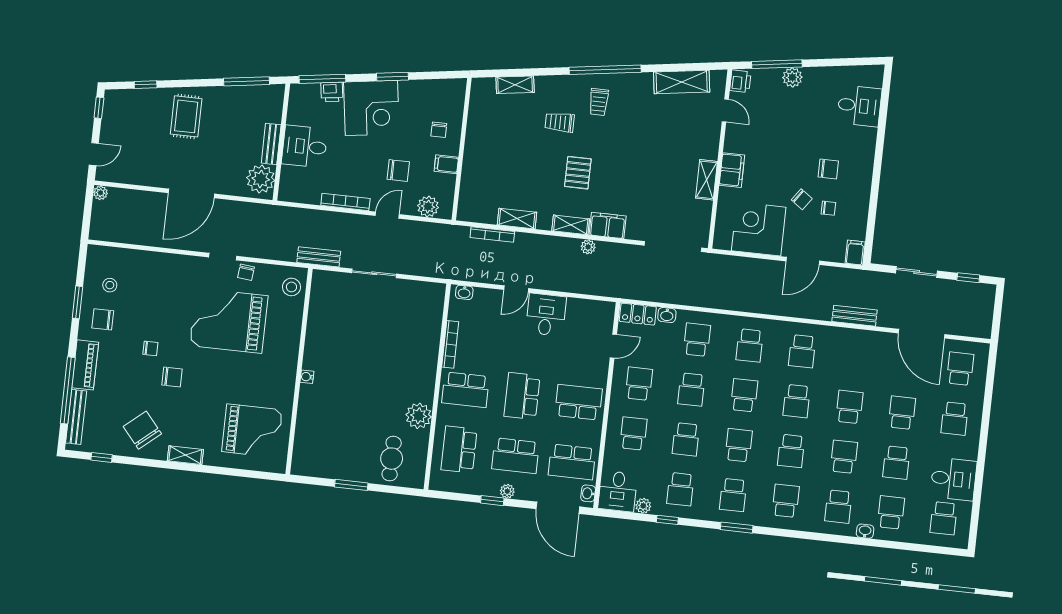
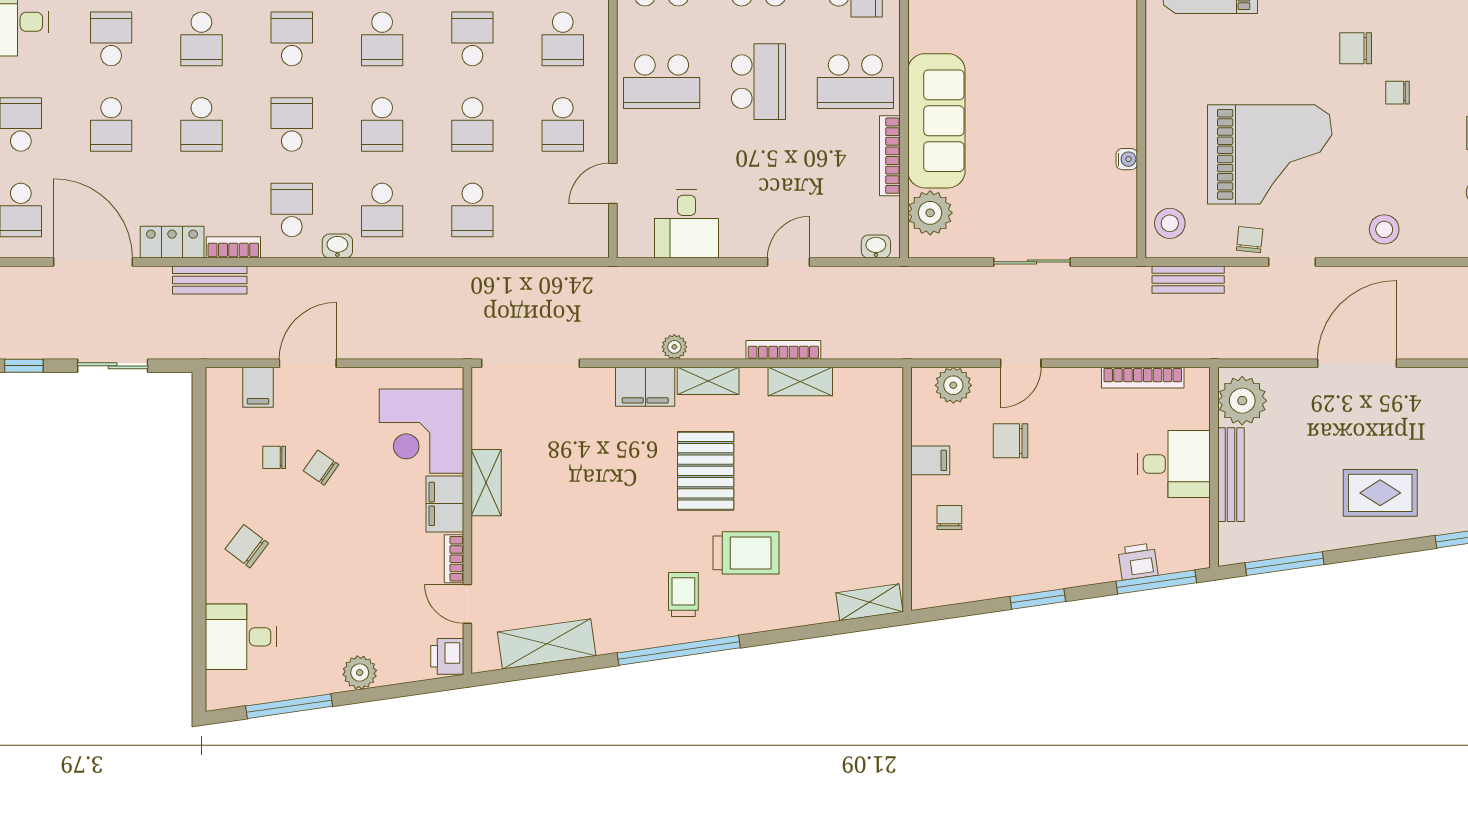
window: (777, 64) -> (289, 706), moved
shelving: (515, 85) -> (869, 602), moved
corner desk: (371, 108) -> (1068, 542), removed
rug: (186, 116) -> (1380, 493), turned 90
trolley: (560, 122) -> (746, 553), width x1.36, depth x1.39
bookcase: (730, 138) -> (454, 559), added
bench: (271, 144) -> (1231, 475), width x1.36
chair: (828, 169) -> (247, 546), moved, turned 37
pallet: (578, 173) -> (706, 471), width x1.50, depth x1.42
bookcase: (345, 202) -> (1143, 378), moved
corner desk: (759, 229) -> (421, 431), moved, turned 90
bookcase: (492, 235) -> (783, 350), moved
filing cabinet: (855, 253) -> (258, 387), moved
bench: (319, 257) -> (1188, 280), moved
stool: (167, 270) -> (1384, 229), added
locker: (638, 314) -> (172, 242), moved
desk: (546, 315) -> (686, 224), moved
washbasin: (667, 315) -> (337, 246), moved
bookcase: (839, 333) -> (233, 247), added
school desk: (750, 345) -> (382, 210), turned 180
sofa: (421, 362) -> (936, 121), added
water cooler: (307, 377) -> (1127, 159), moved
school desk: (691, 389) -> (472, 124), turned 180
school desk: (466, 390) -> (855, 82), turned 180
plant: (419, 416) -> (930, 213), moved

